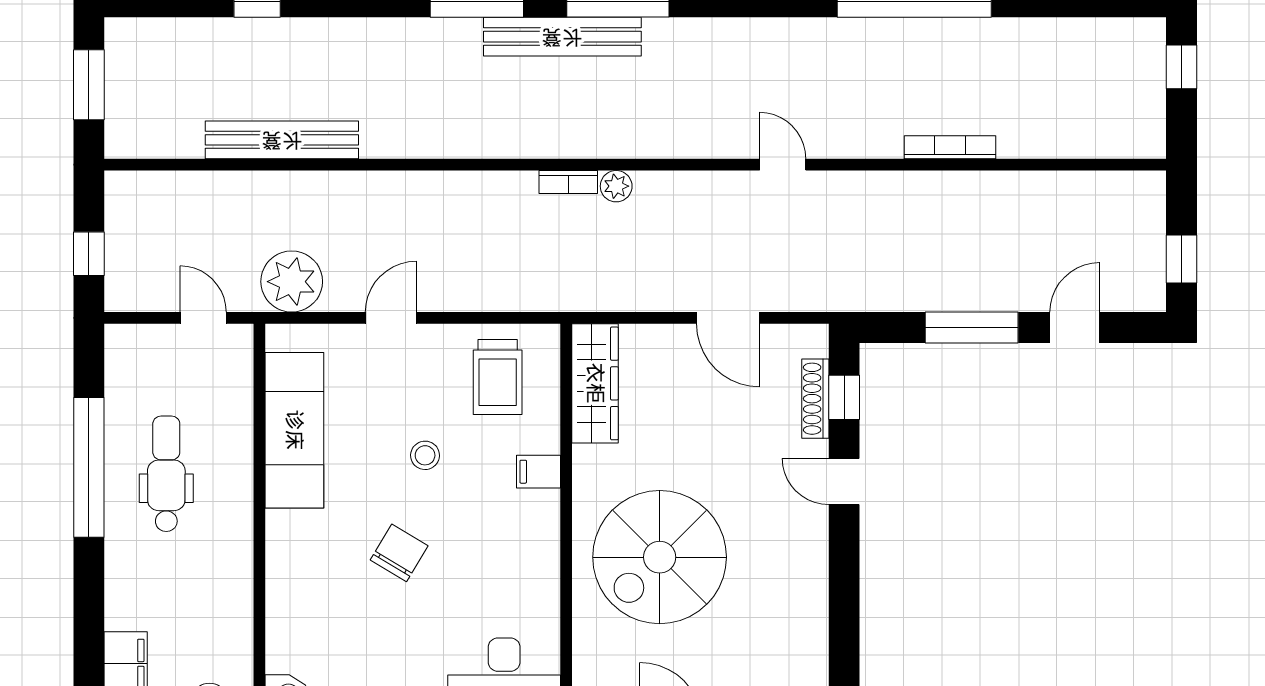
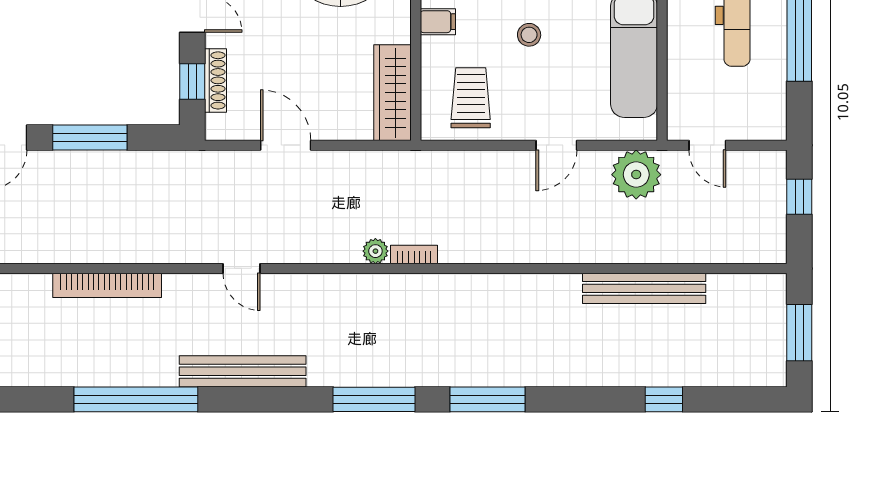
bench: (562, 37) -> (243, 371), moved
bookcase: (950, 147) -> (107, 285), width x1.48, depth x1.31

